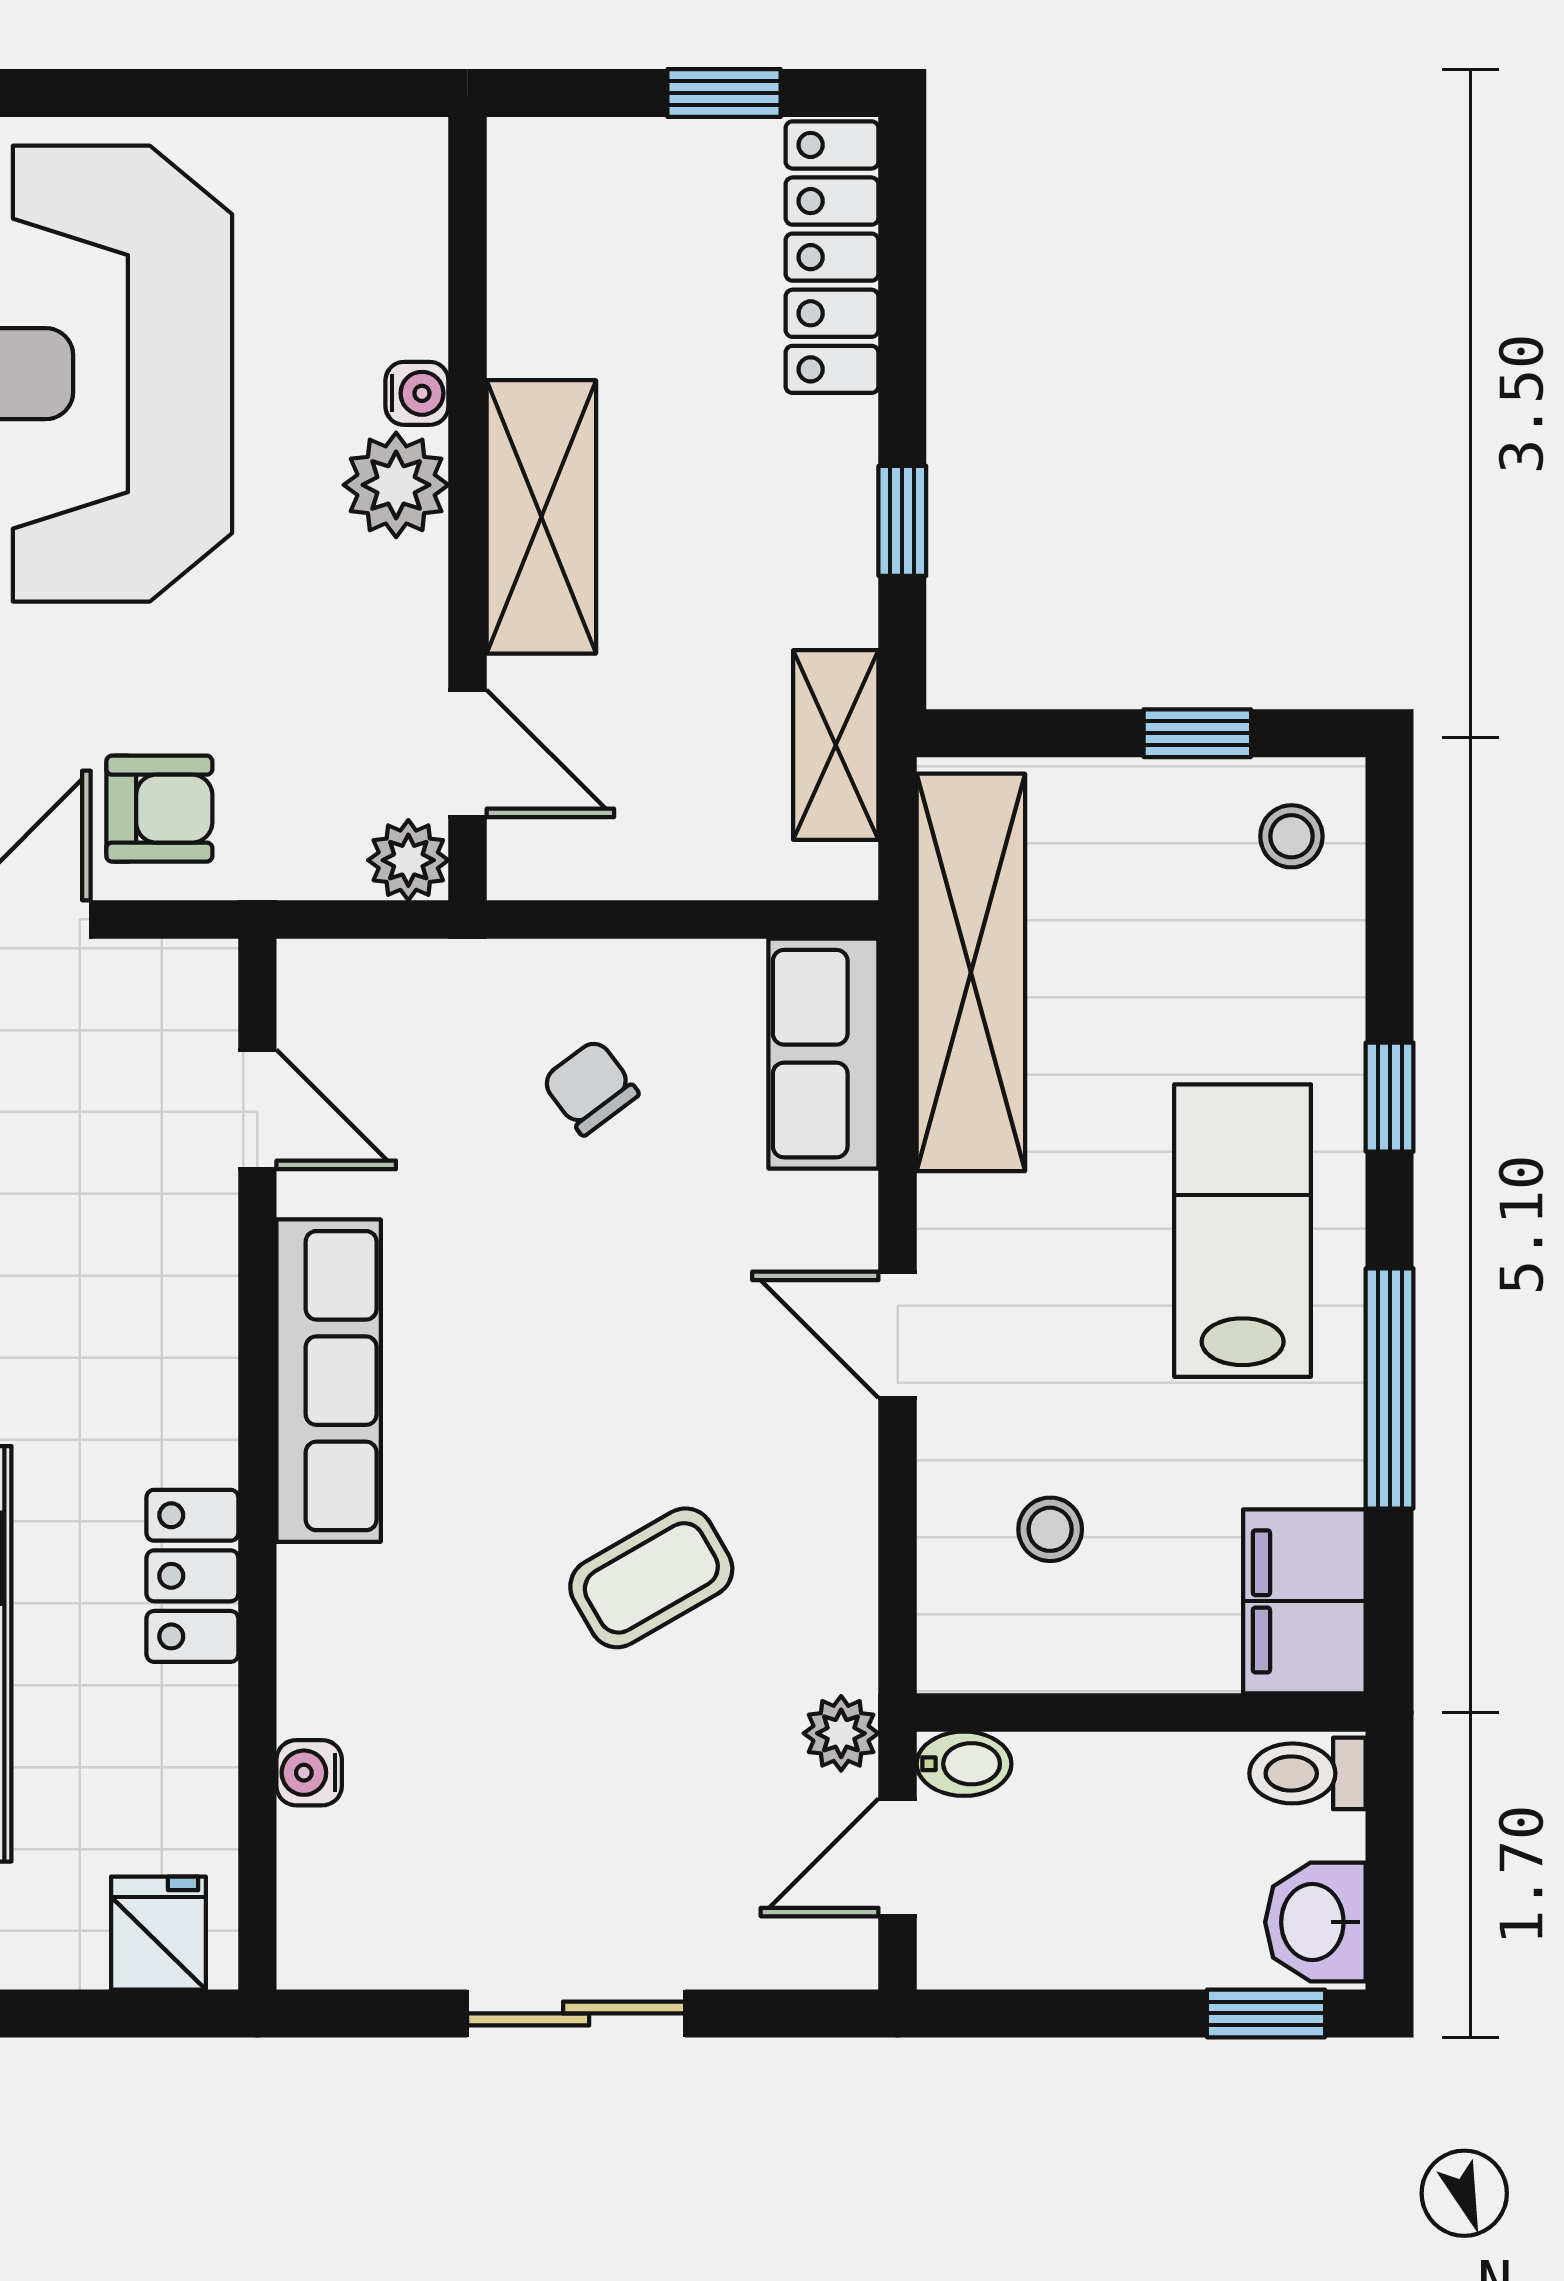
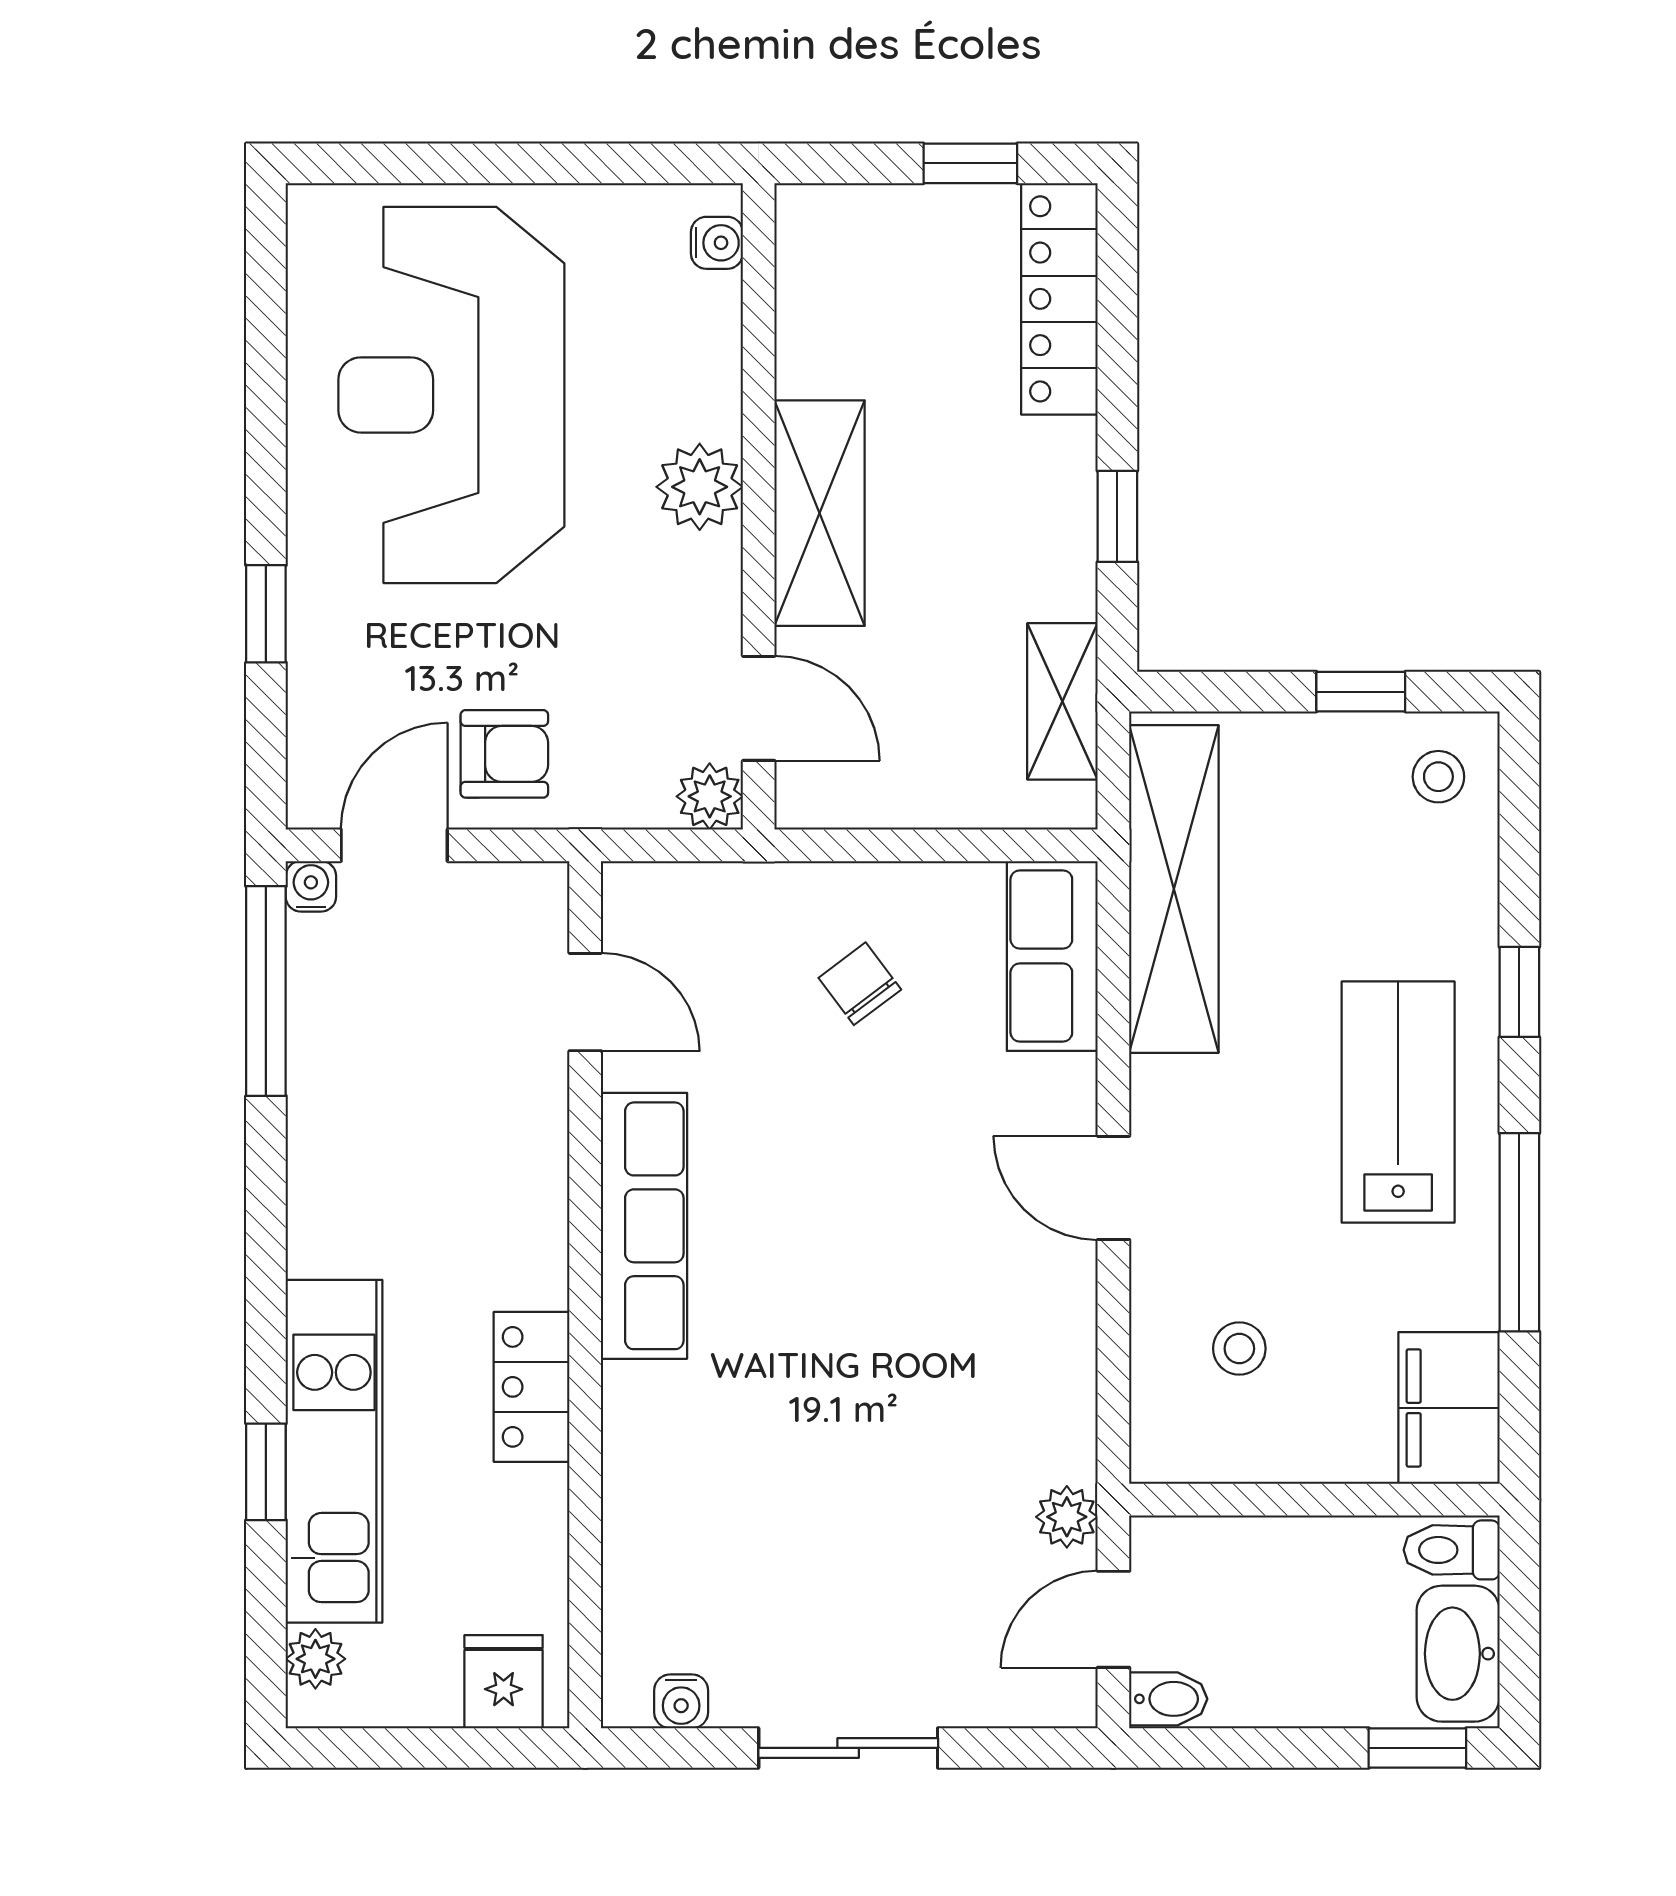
water cooler: (417, 393) -> (717, 243), moved
coffee table: (651, 1578) -> (910, 1389), removed
bidet: (964, 1764) -> (1168, 1699), moved
water cooler: (309, 1773) -> (681, 1701), moved, turned -90
washbasin: (1315, 1922) -> (1458, 1654), width x1.38

